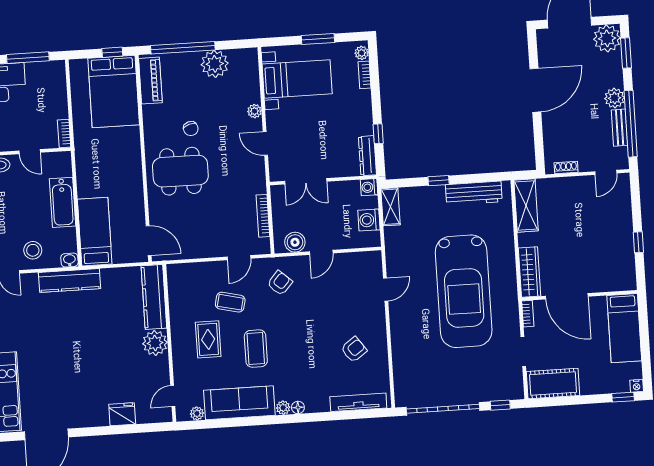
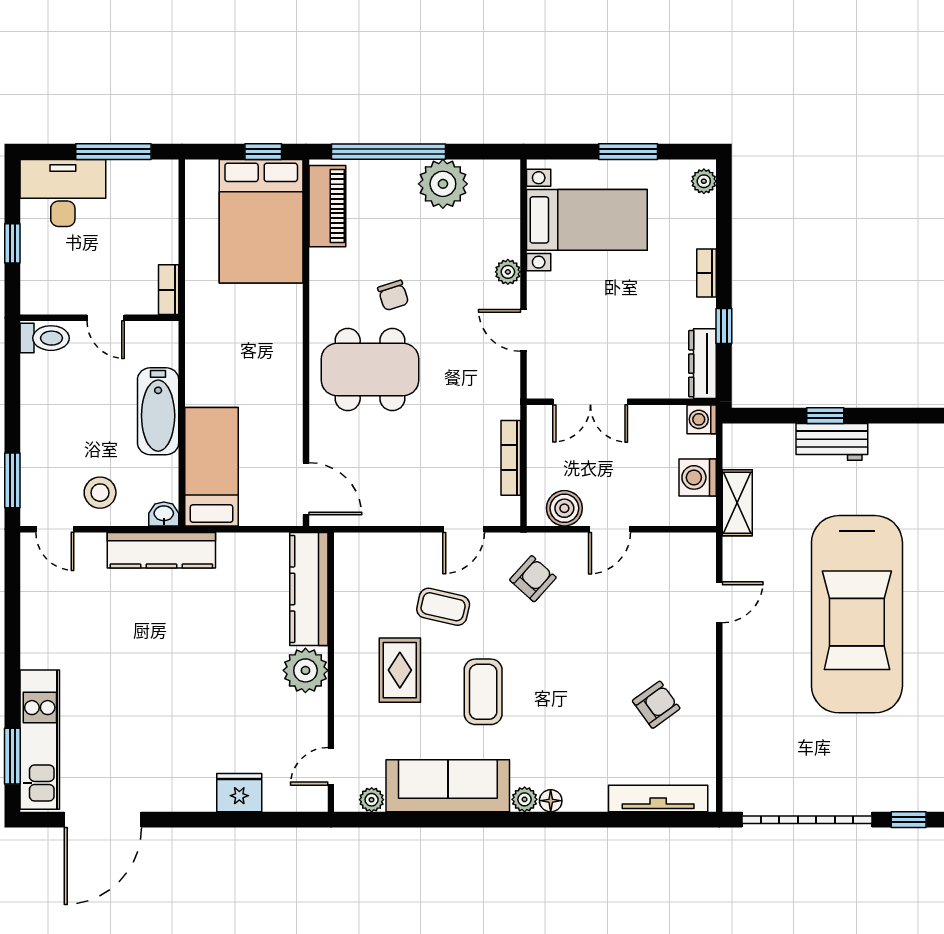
bookcase: (365, 75) -> (707, 273), moved
workbench: (474, 193) -> (832, 442), moved, width x0.73
shelving: (390, 207) -> (737, 503), moved

